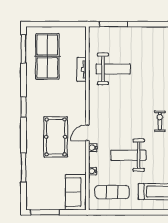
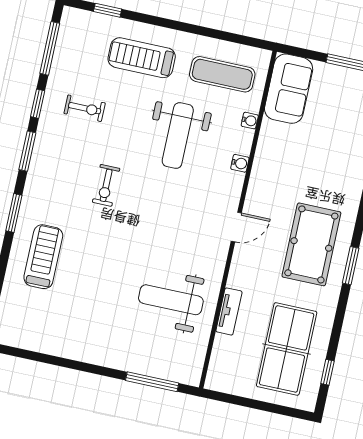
window: (23, 49) -> (327, 372), width x0.46
door: (87, 133) -> (236, 227), moved
pool table: (56, 137) -> (311, 244), moved
weight bench: (128, 155) -> (178, 136), turned 90

